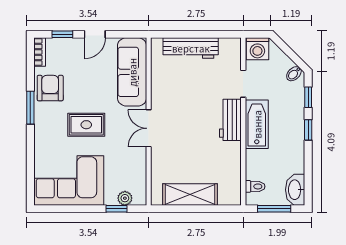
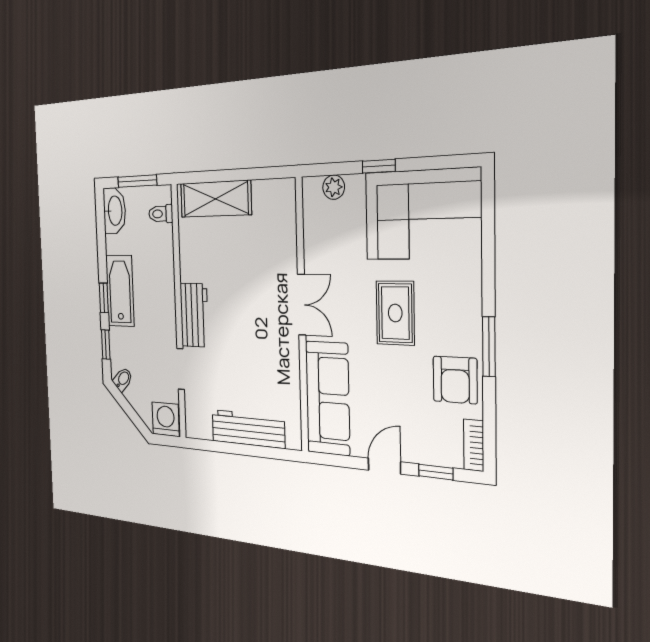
bathtub: (257, 124) -> (120, 291), moved, turned 180
rug: (86, 125) -> (395, 313), turned 90
shelving: (190, 195) -> (216, 199), moved
window: (116, 209) -> (379, 166), moved

